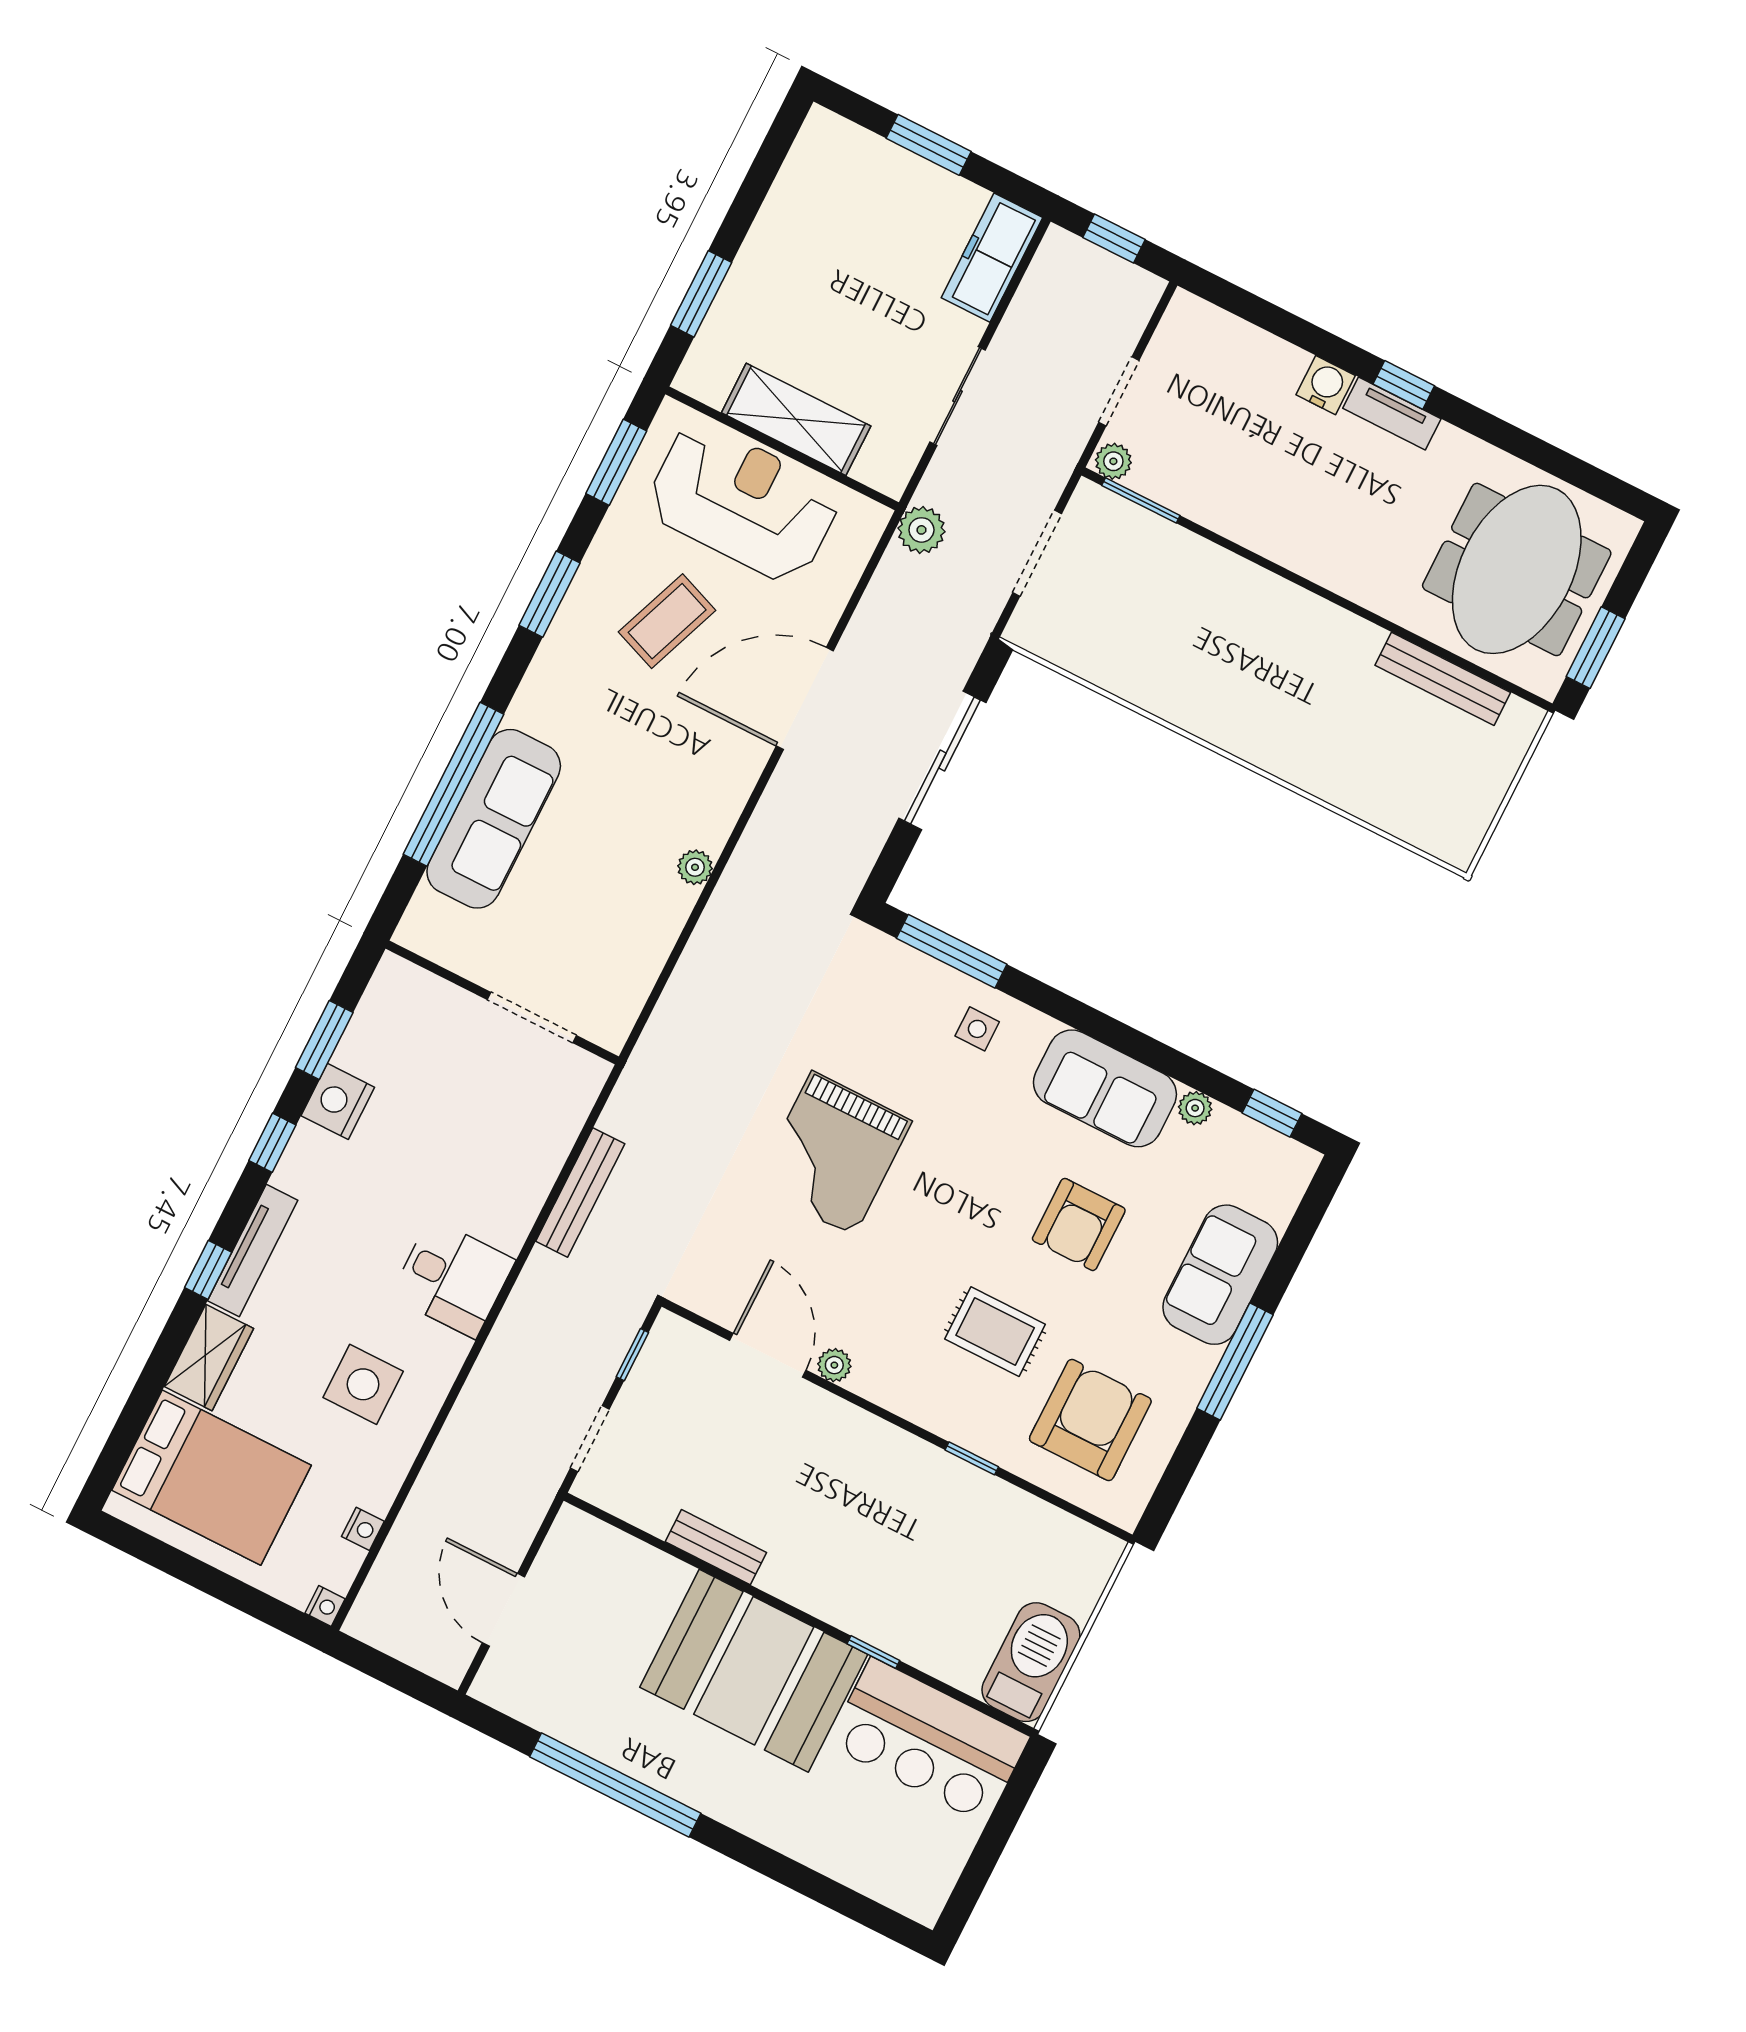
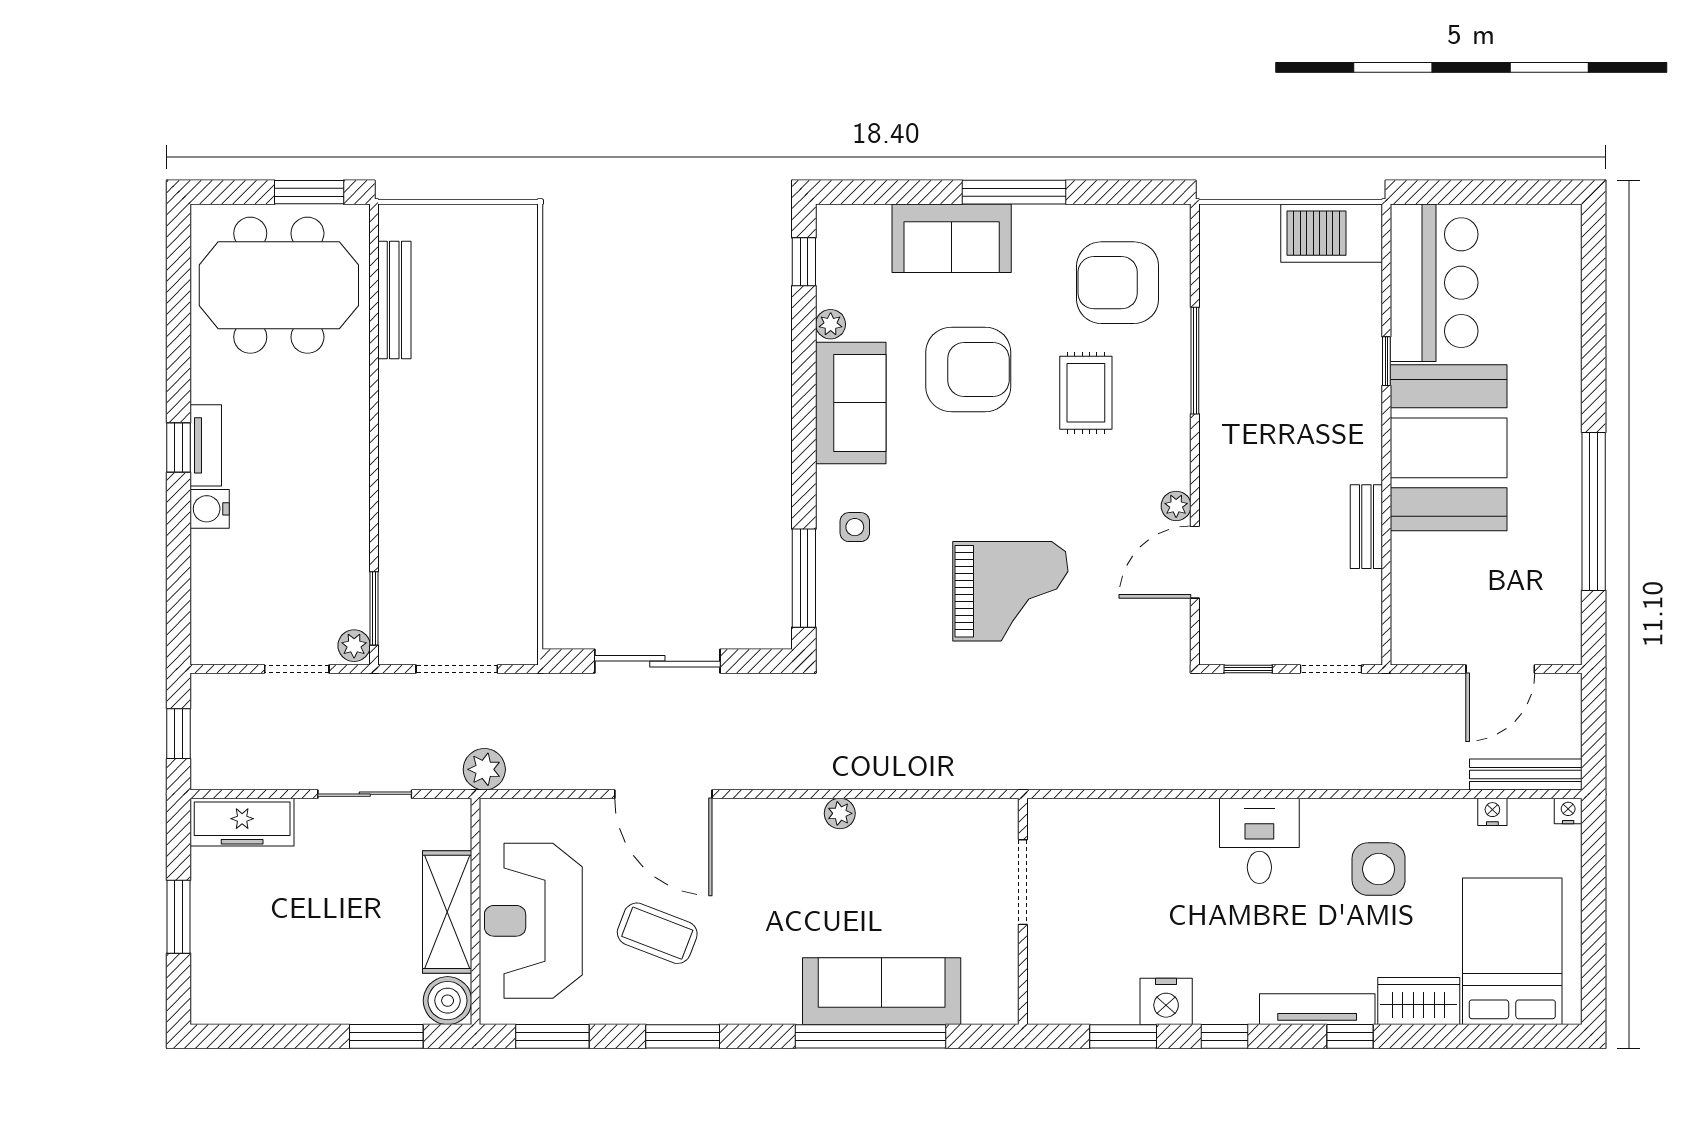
boiler: (706, 374) -> (448, 1001), added
bench: (580, 1193) -> (1526, 774), moved
armchair: (1079, 1224) -> (968, 369), width x1.36, depth x1.36
window: (972, 1458) -> (1195, 361), width x2.17

